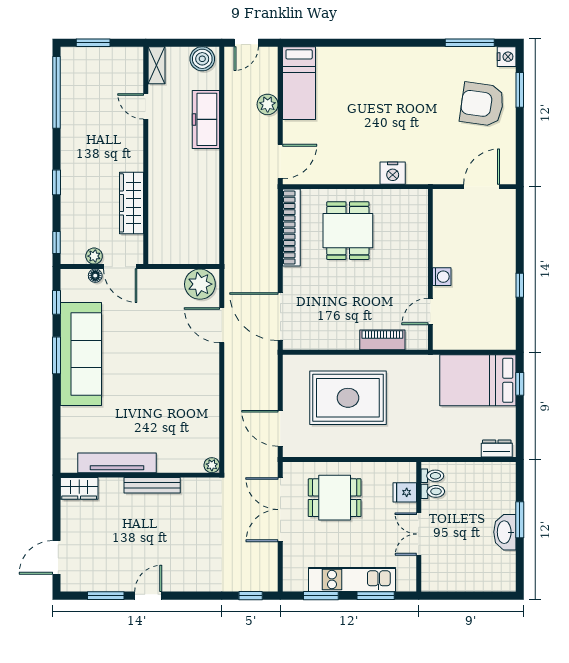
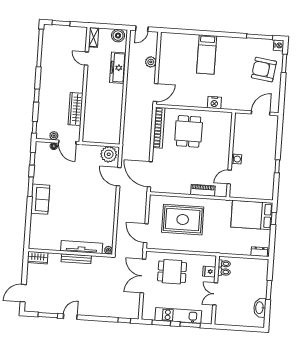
bed: (299, 83) -> (207, 55), moved
sofa: (81, 354) -> (40, 199), width x0.54, depth x0.79
tv unit: (117, 463) -> (82, 247), moved
washbasin: (505, 532) -> (260, 308), moved

